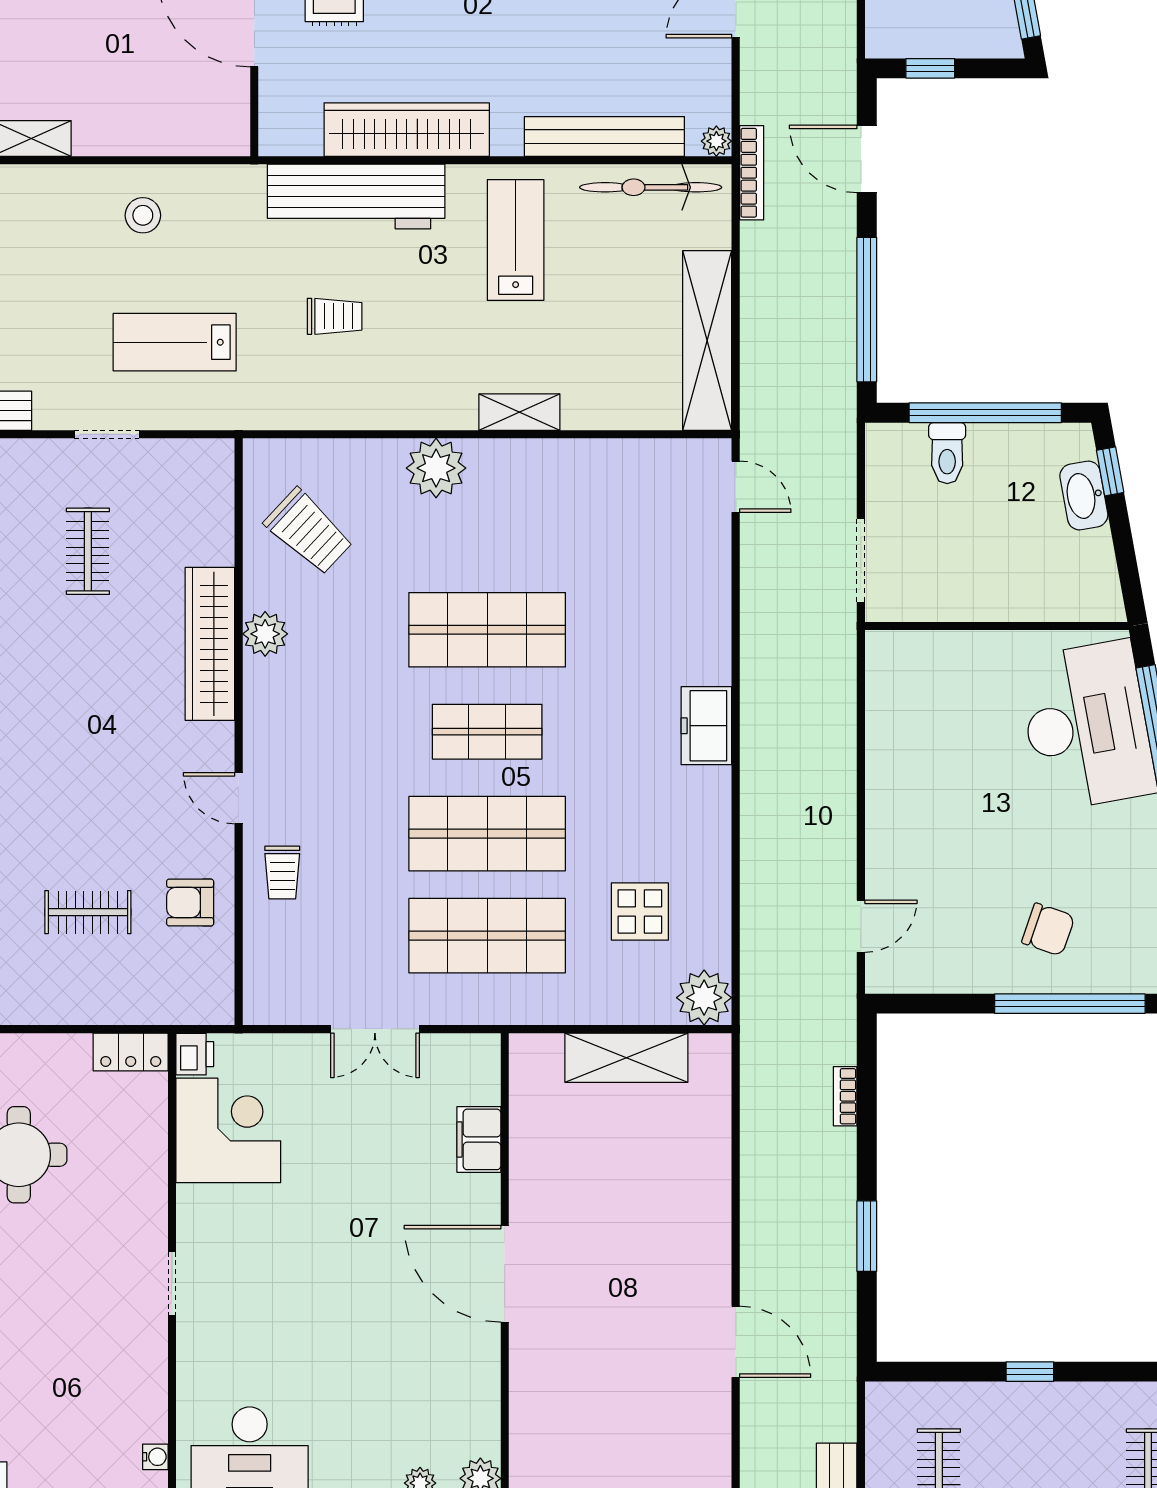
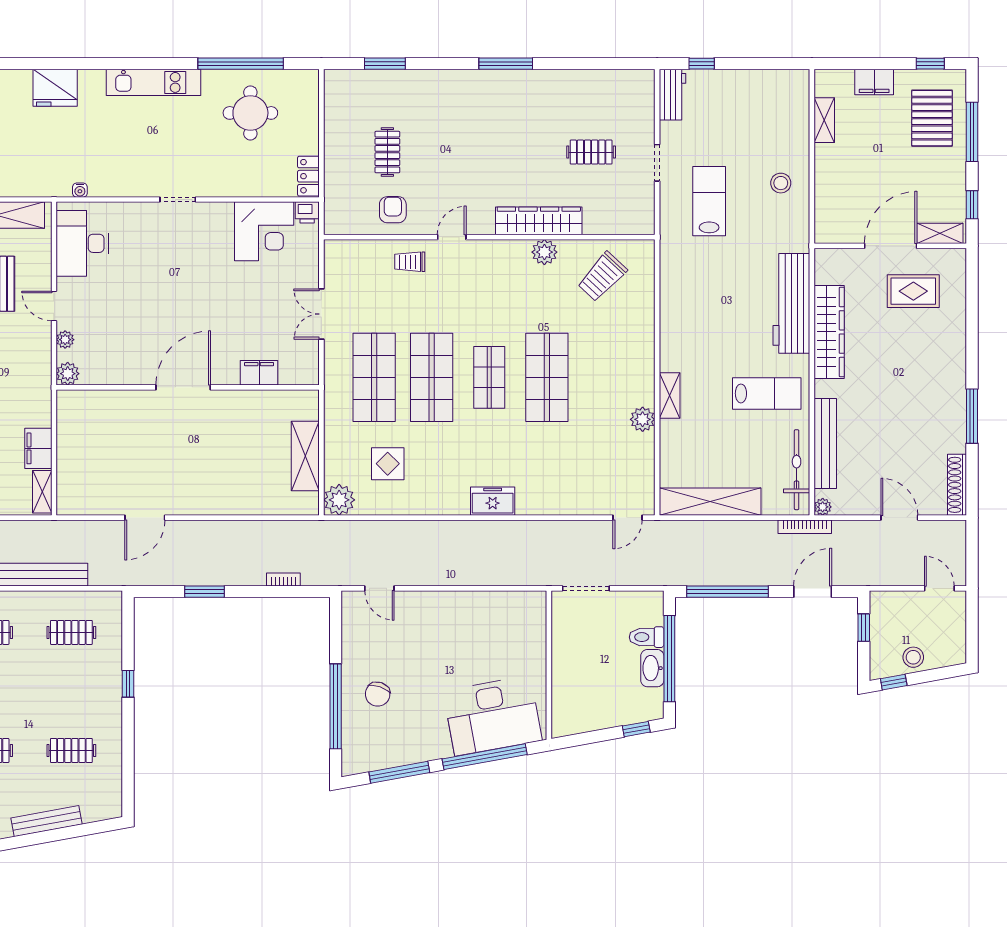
trolley: (335, 316) -> (724, 291), removed
plant: (436, 468) -> (643, 419), moved, width x0.73, depth x0.73
washbasin: (1084, 495) -> (652, 668), moved, turned -80

